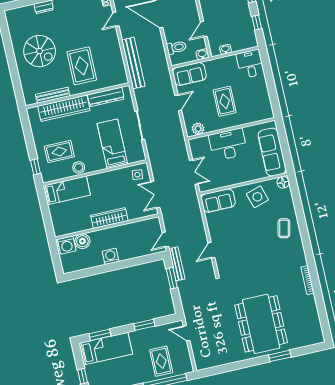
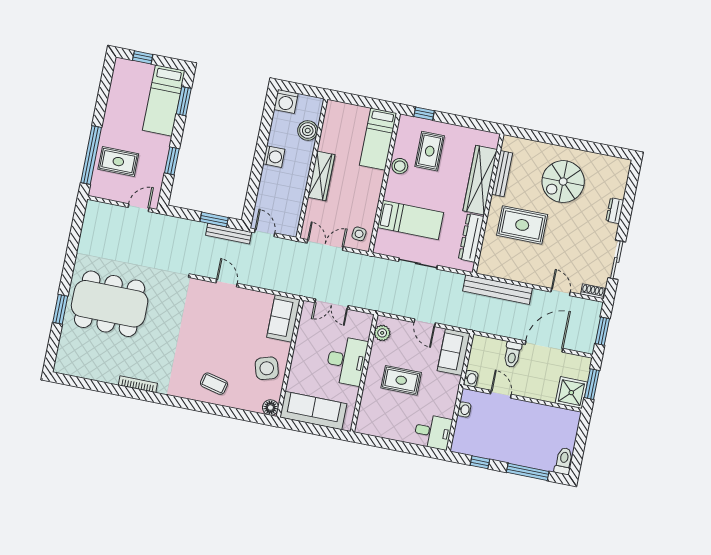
toilet: (176, 47) -> (512, 355), moved
washing machine: (67, 245) -> (286, 101), moved, turned -90

